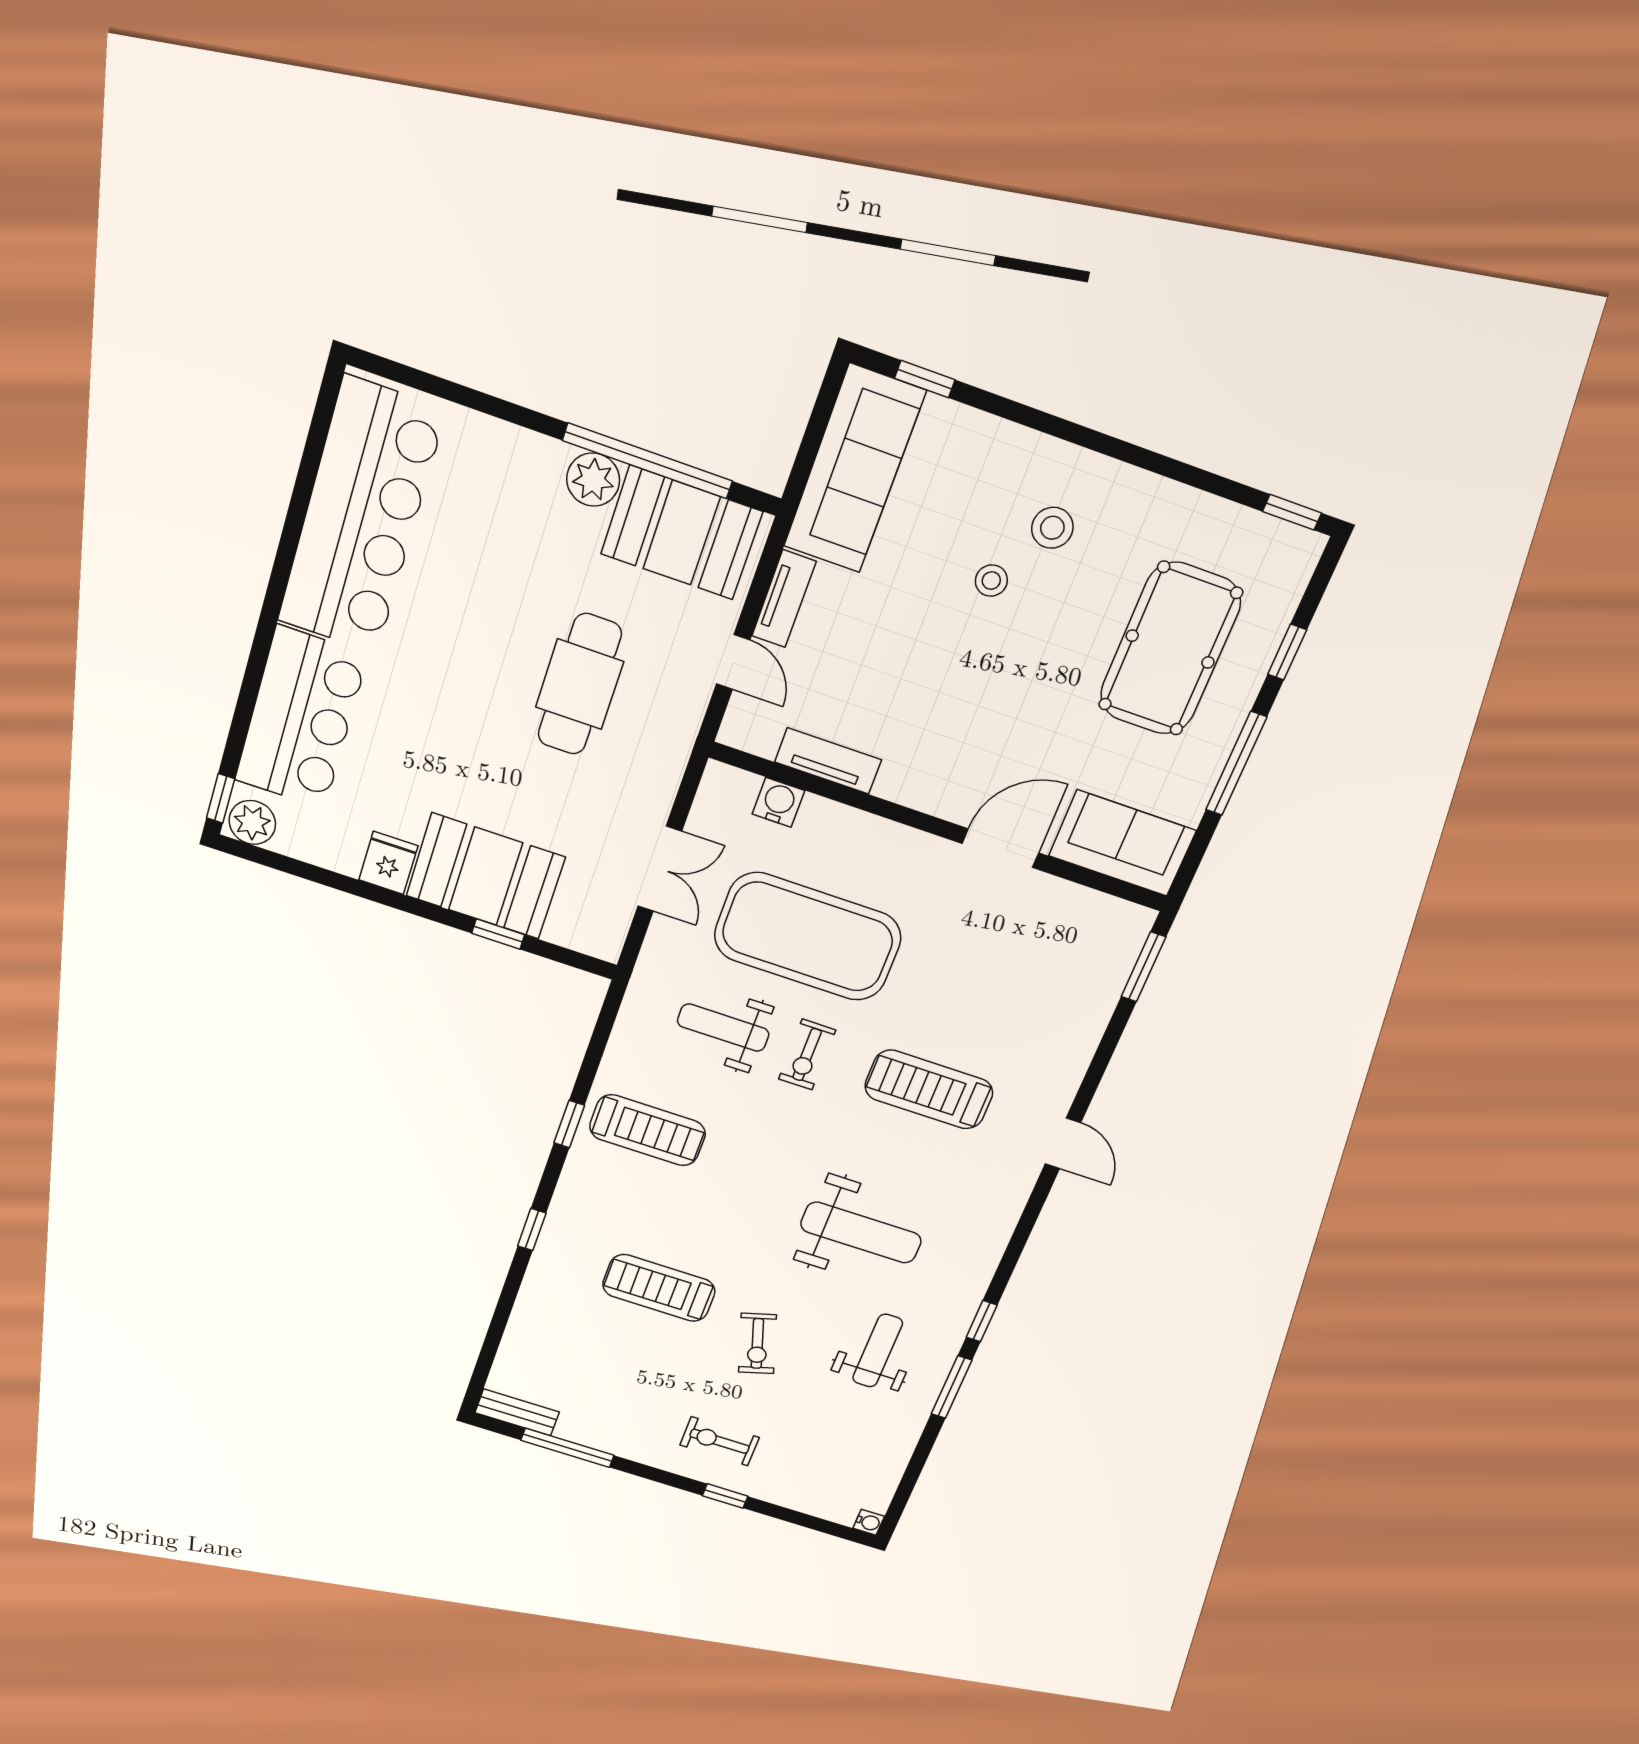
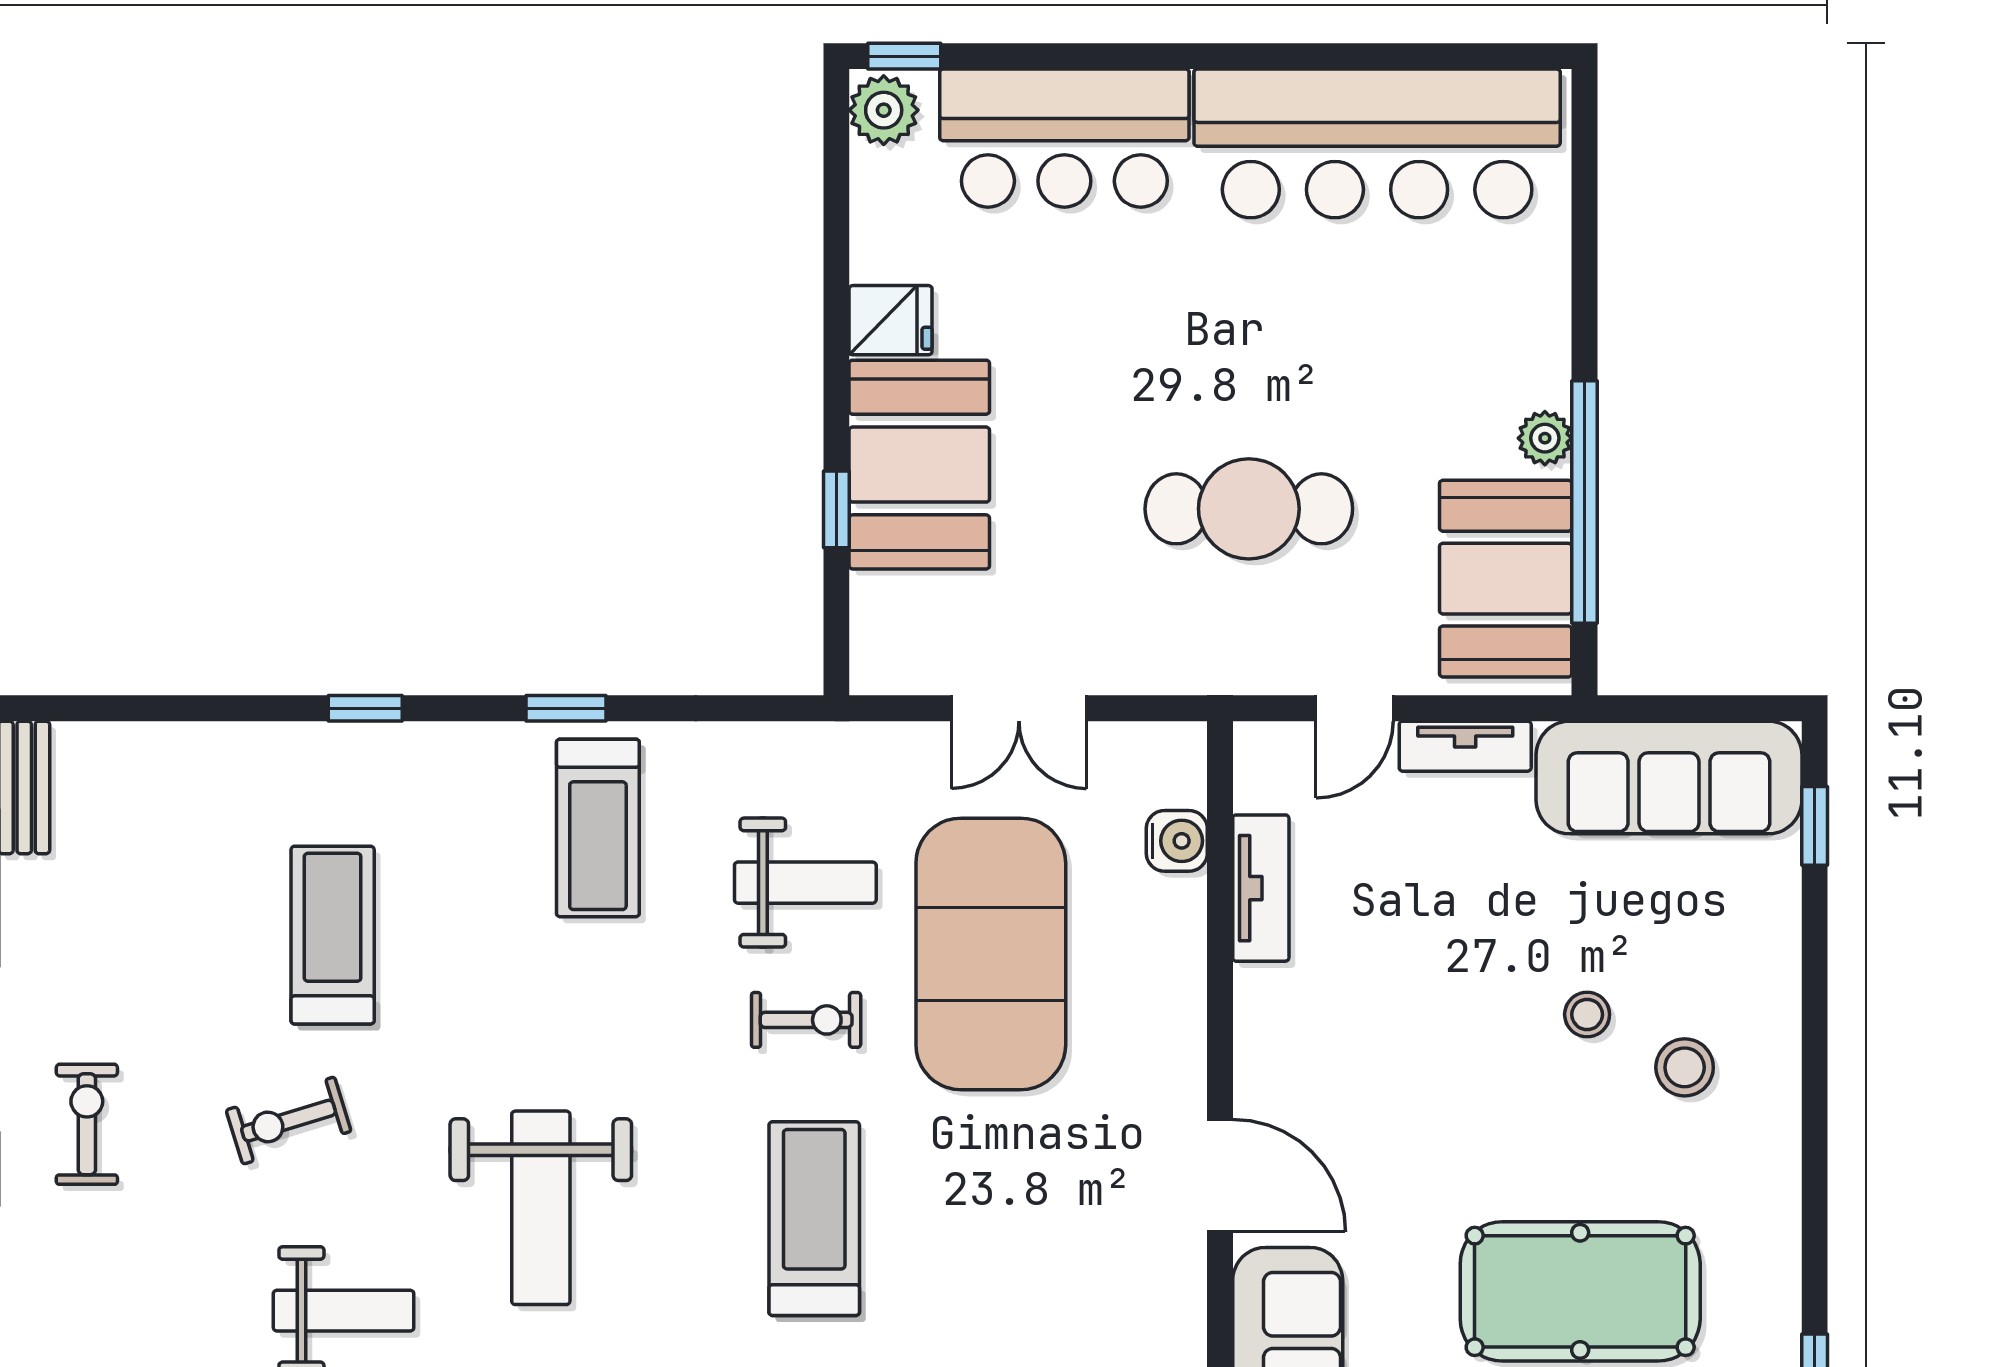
plant: (593, 480) -> (1545, 438), width x0.73, depth x0.73
weight bench: (723, 1028) -> (805, 883), turned 90
exercise bike: (807, 1055) -> (806, 1020), turned 180

